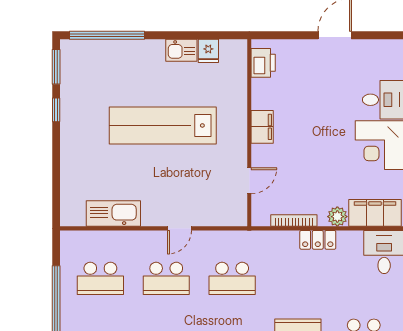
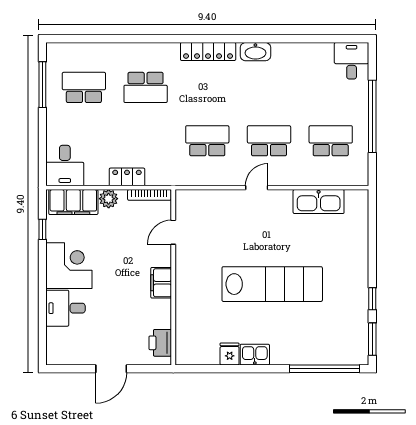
printer: (263, 63) -> (160, 343), moved
filing cabinet: (262, 127) -> (161, 283), moved
wall: (249, 133) -> (173, 277), moved
door: (249, 181) -> (173, 232), moved

